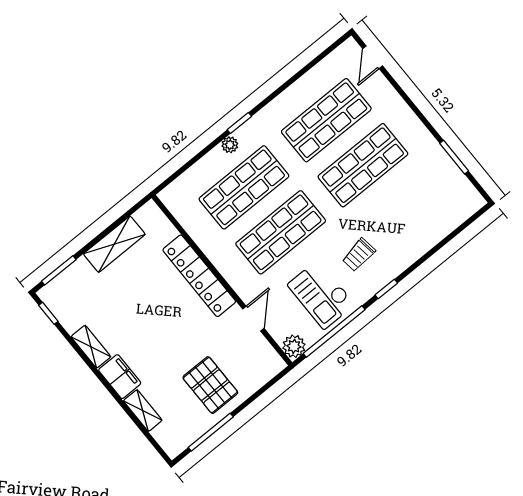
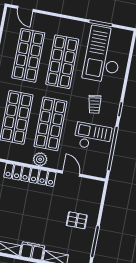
checkout: (424, 200) -> (103, 54), added
checkout: (321, 294) -> (93, 137), turned 180
plant: (294, 346) -> (40, 159), moved
pallet: (210, 385) -> (77, 220), width x0.67, depth x0.71

